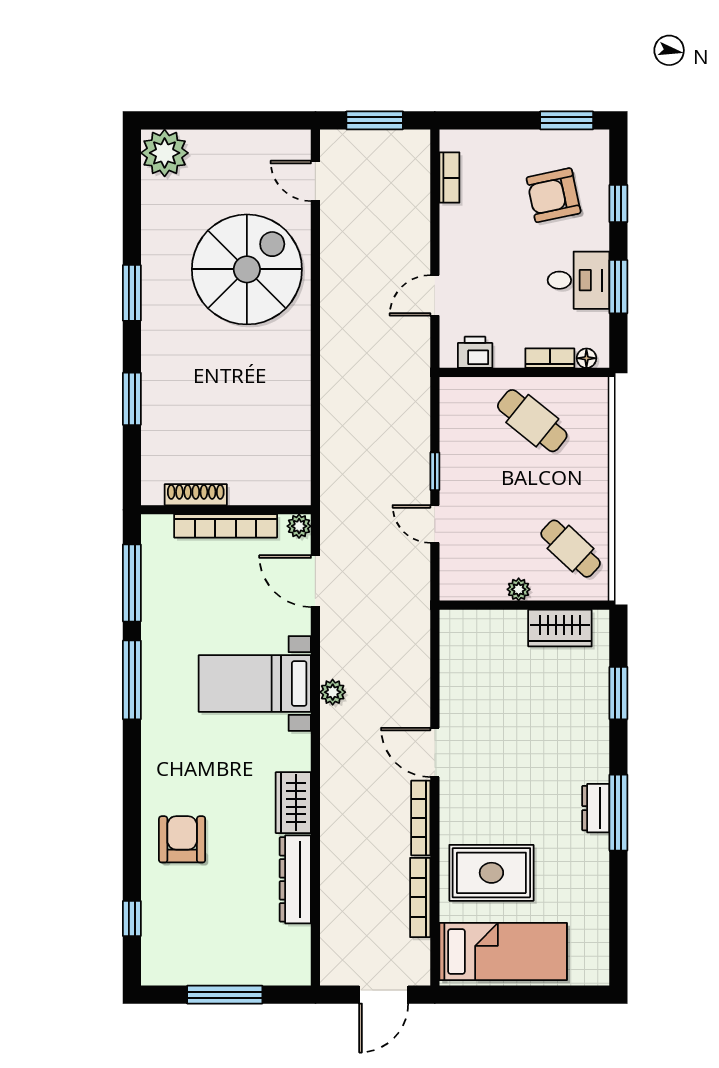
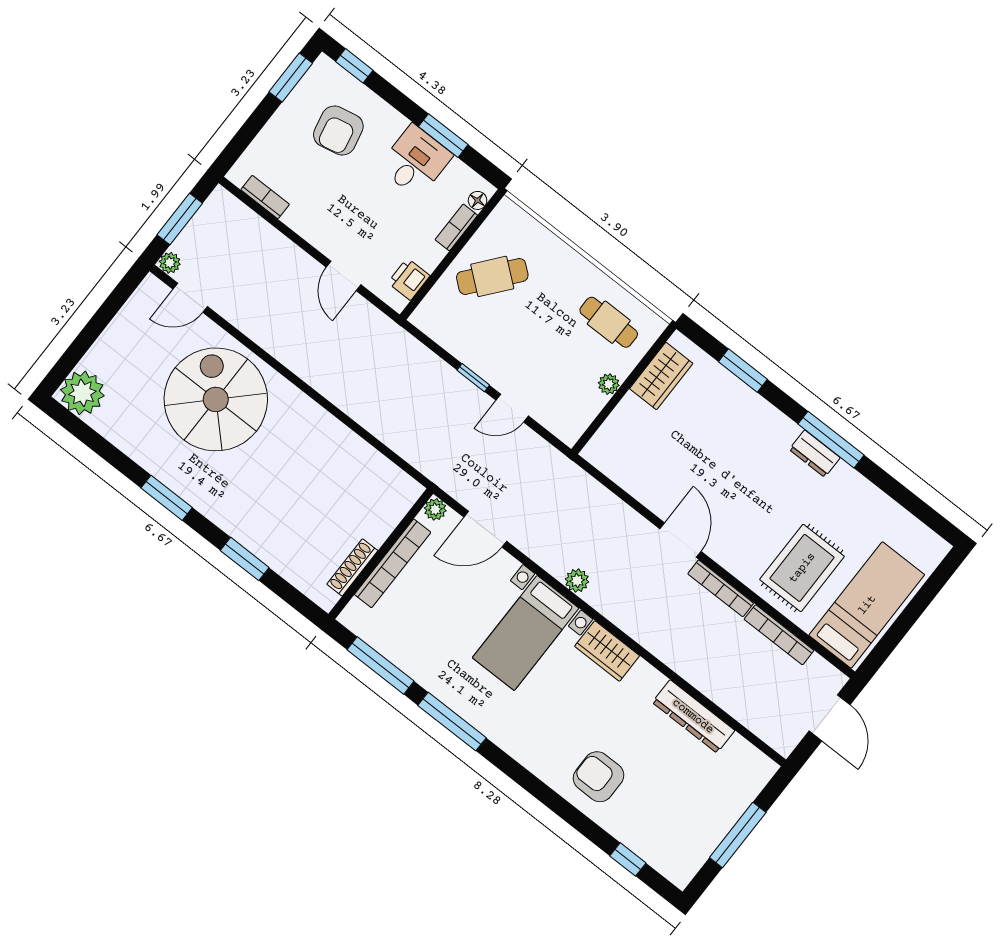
plant: (331, 141) -> (170, 263), added
window: (618, 204) -> (354, 66), moved
cafe table: (571, 549) -> (609, 322), turned 47
door: (435, 752) -> (681, 540), swing flipped
wardrobe: (293, 803) -> (607, 651), moved

